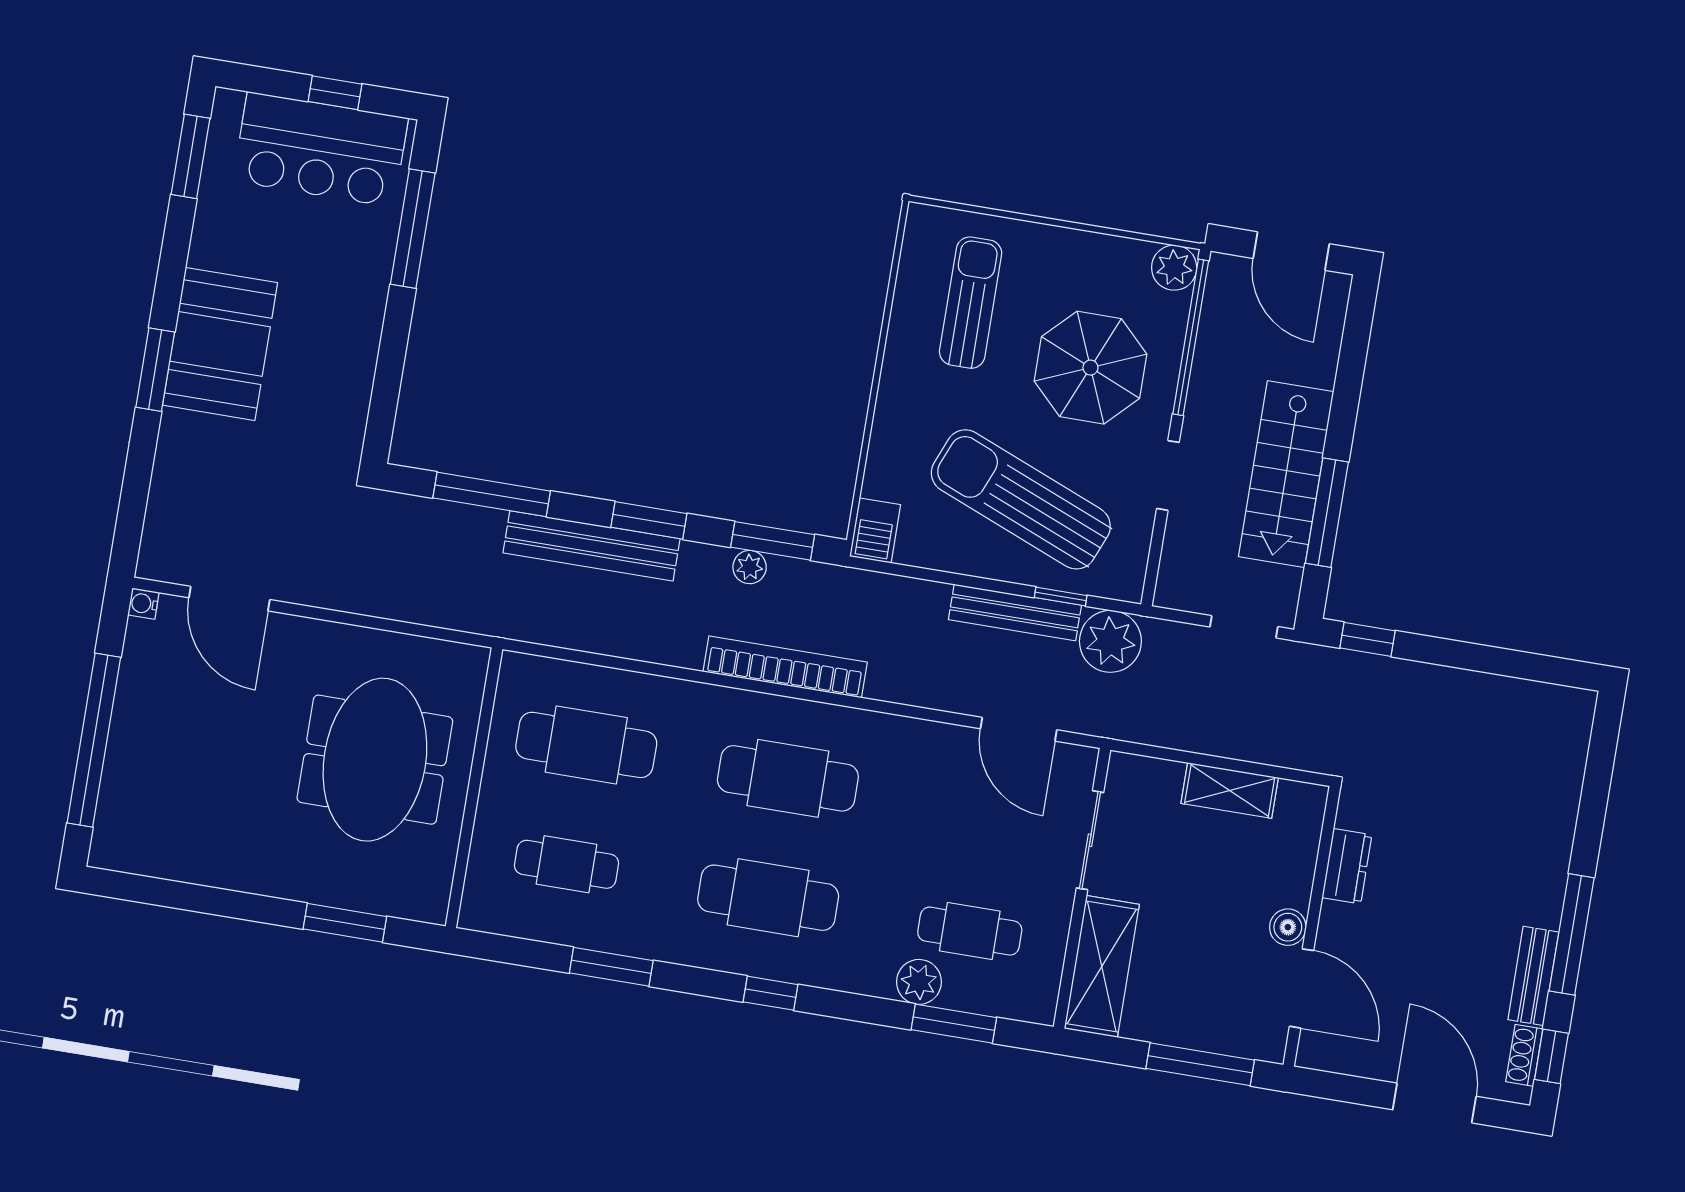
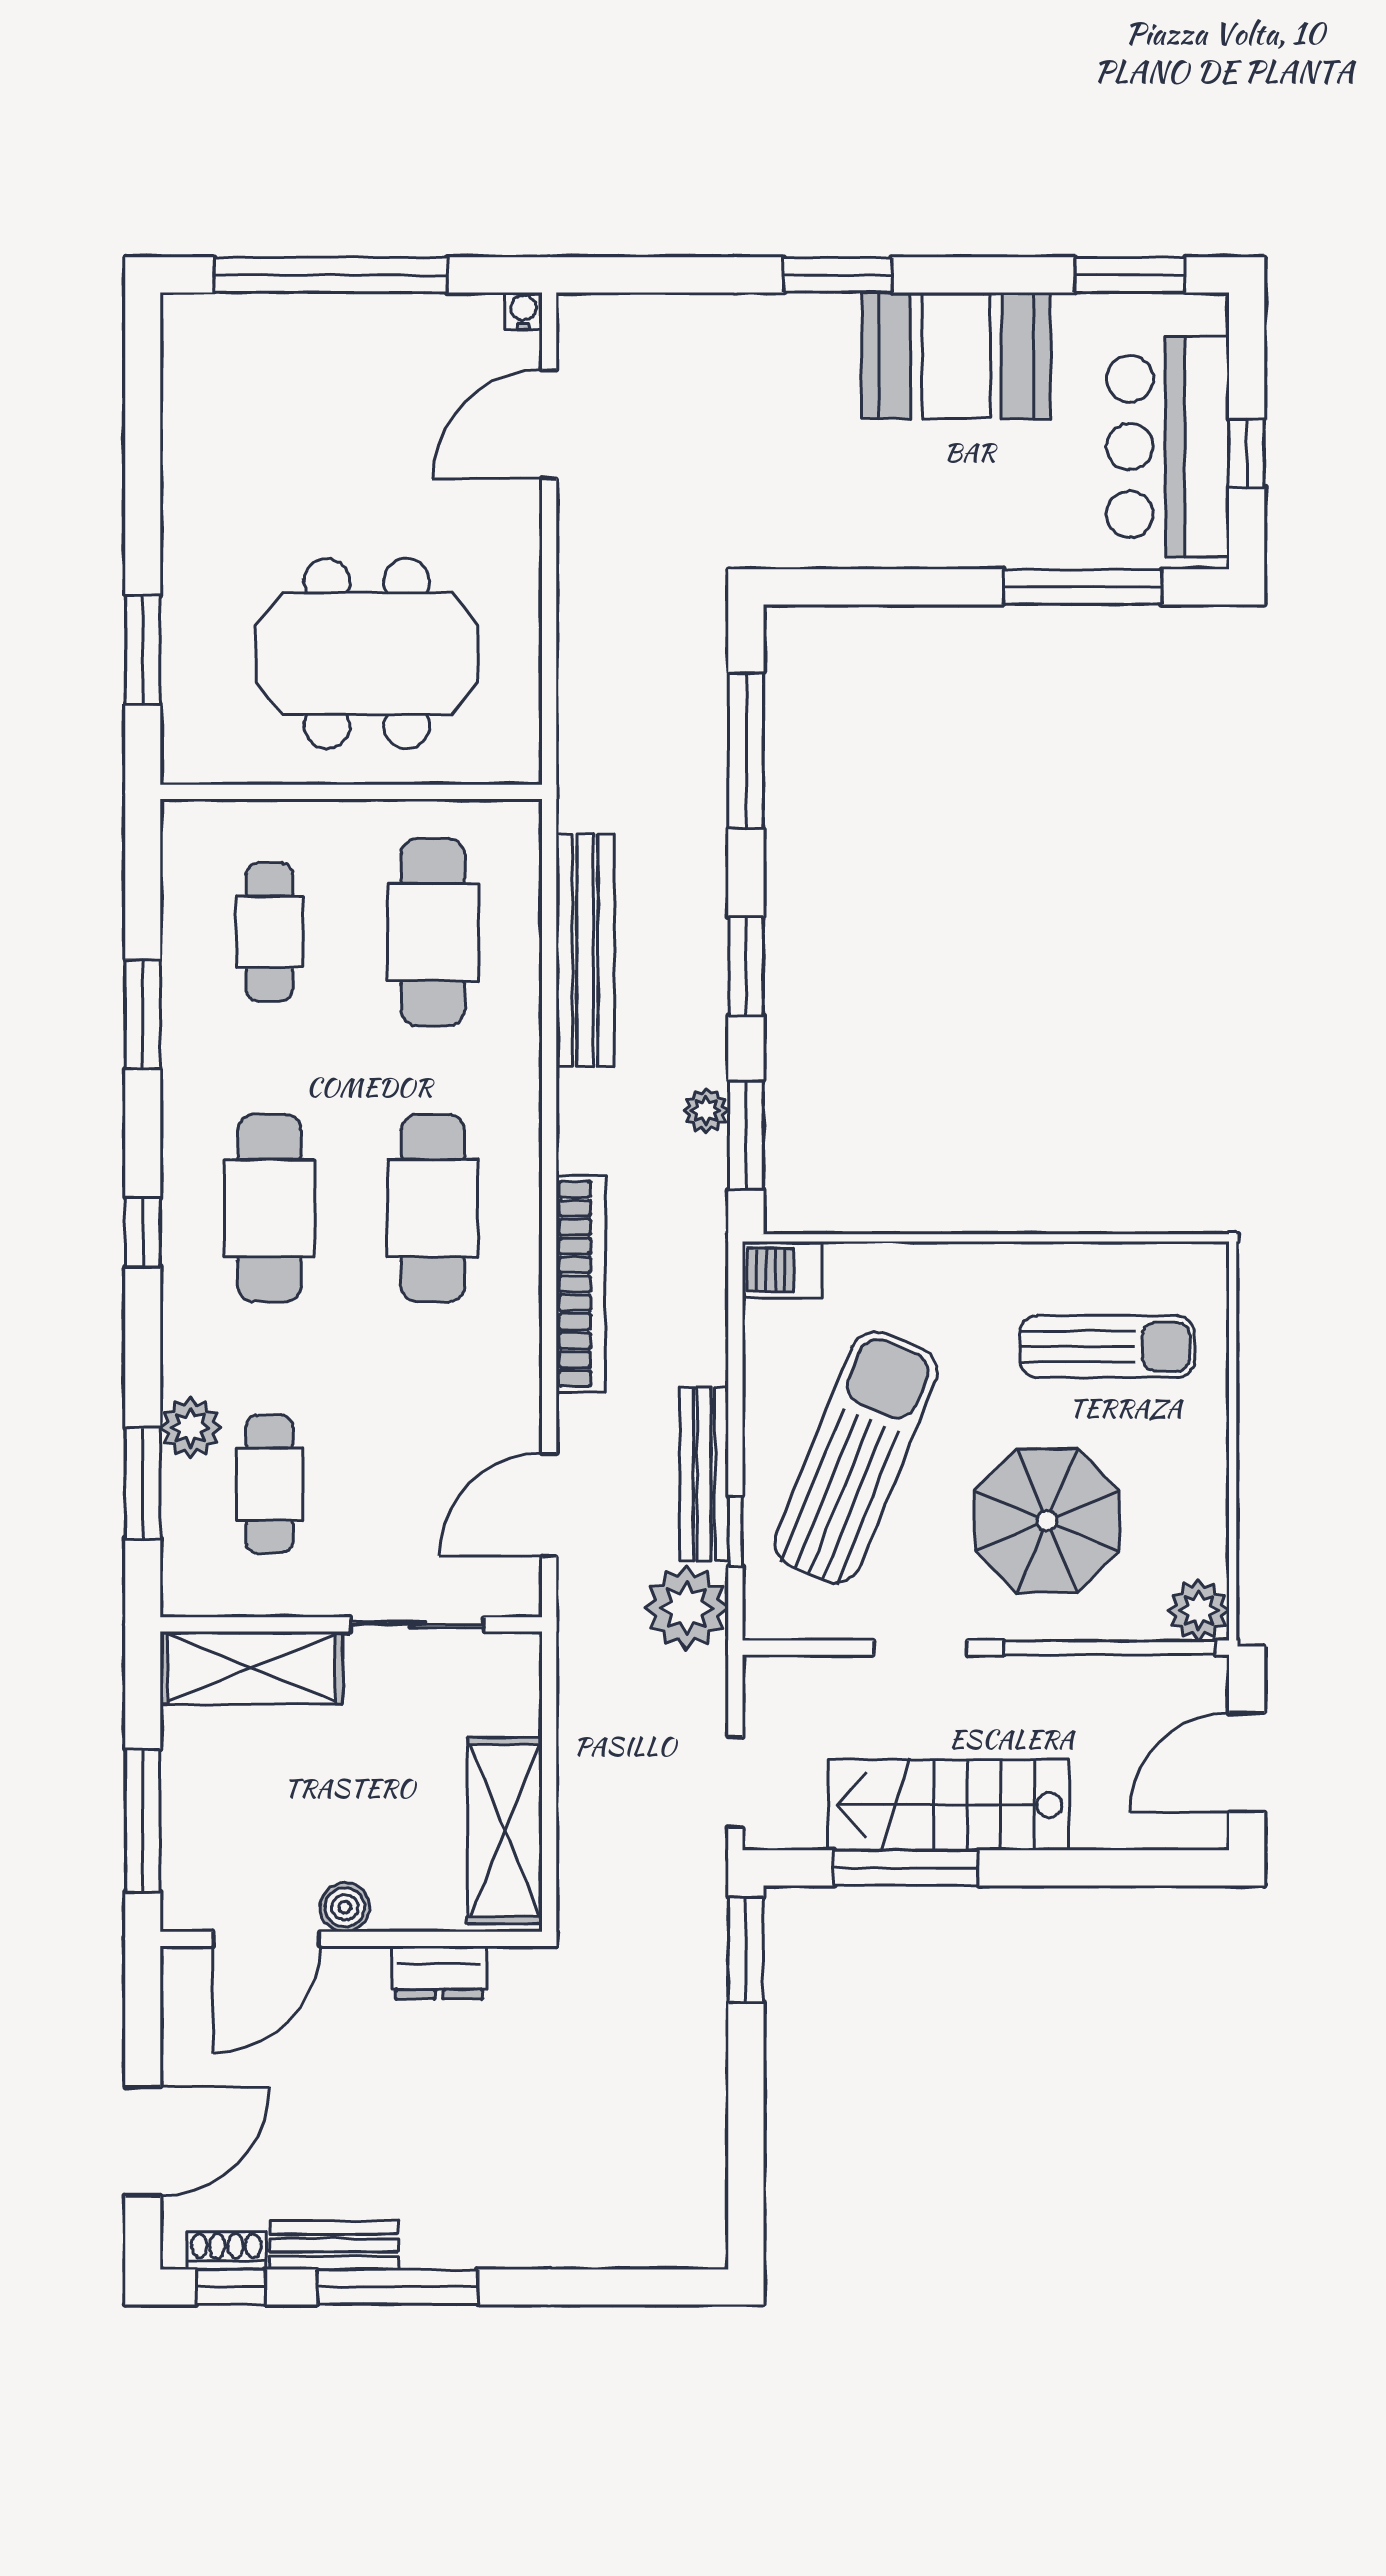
booth: (220, 344) -> (956, 356), moved
bench: (591, 546) -> (585, 950), moved
window: (1367, 639) -> (746, 1950), width x1.50
bookcase: (785, 667) -> (581, 1284), moved
shelving: (1230, 790) -> (505, 1831), width x1.50, depth x1.33

